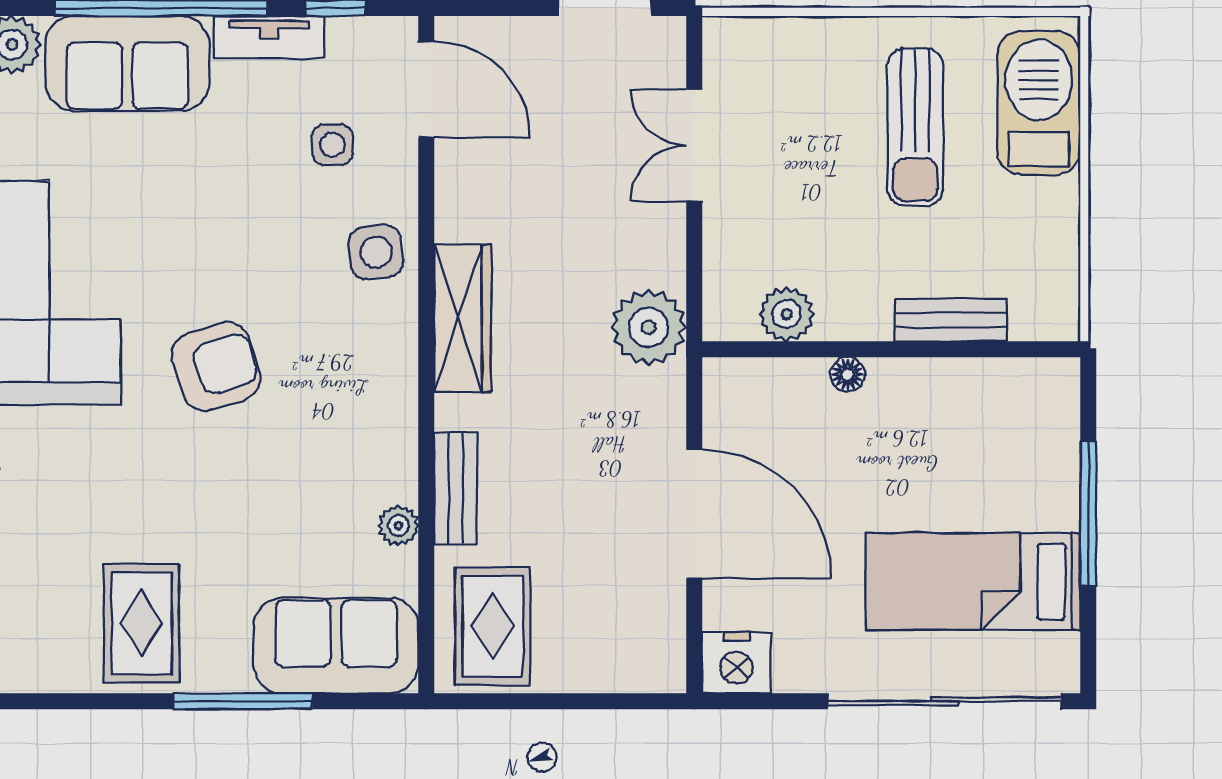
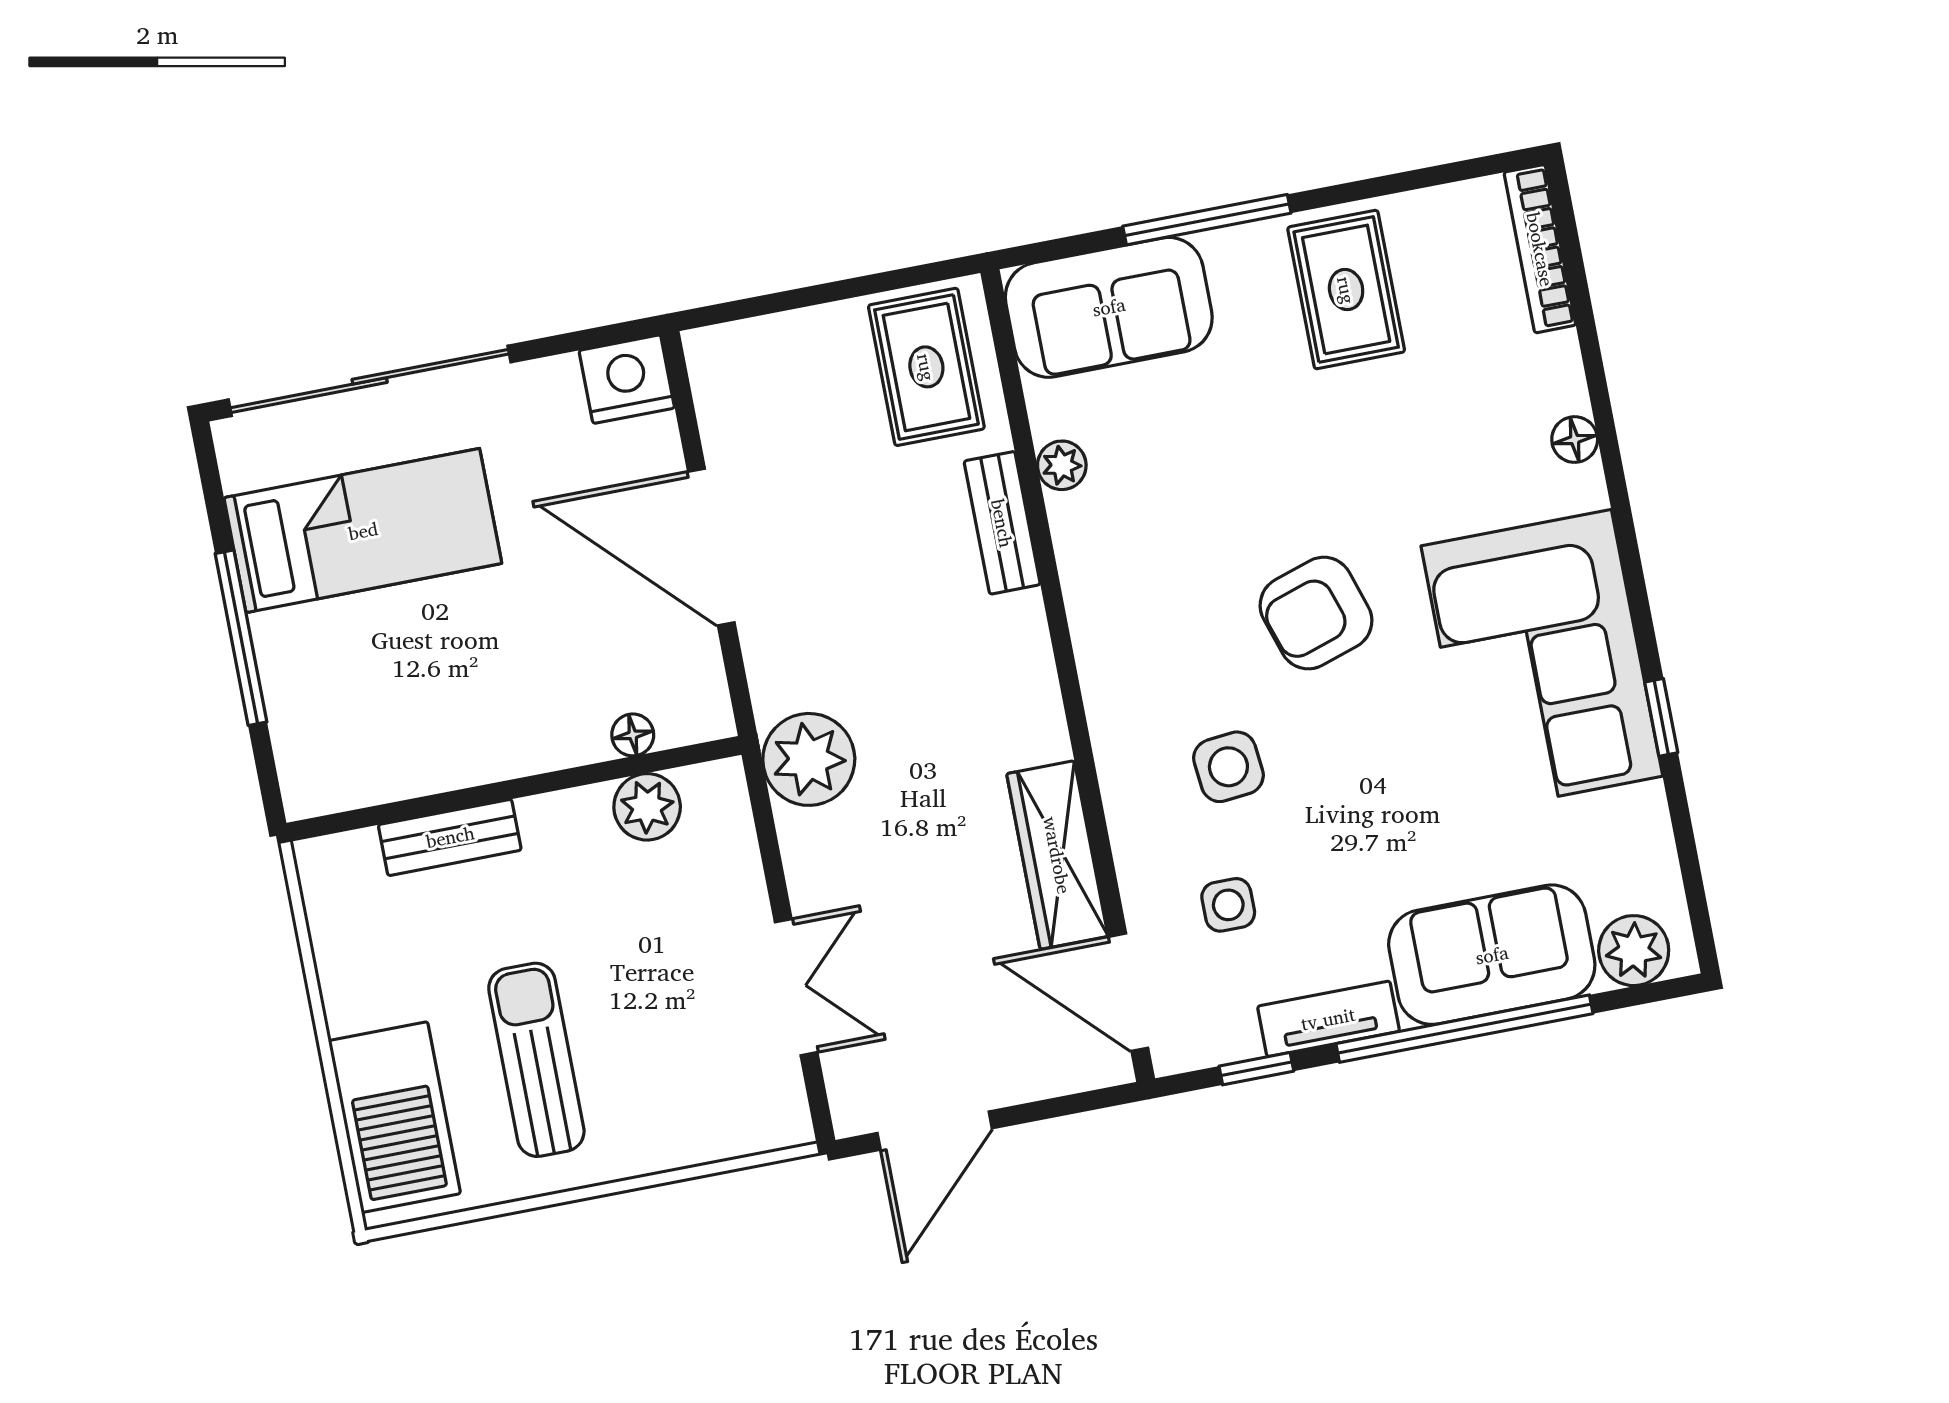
side table: (376, 252) -> (1228, 767), moved
wardrobe: (463, 318) -> (1057, 855), moved
floor lamp: (848, 374) -> (633, 735), moved

